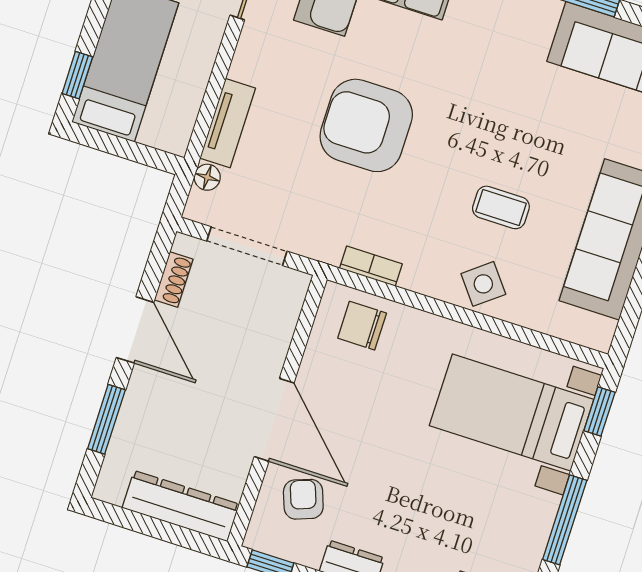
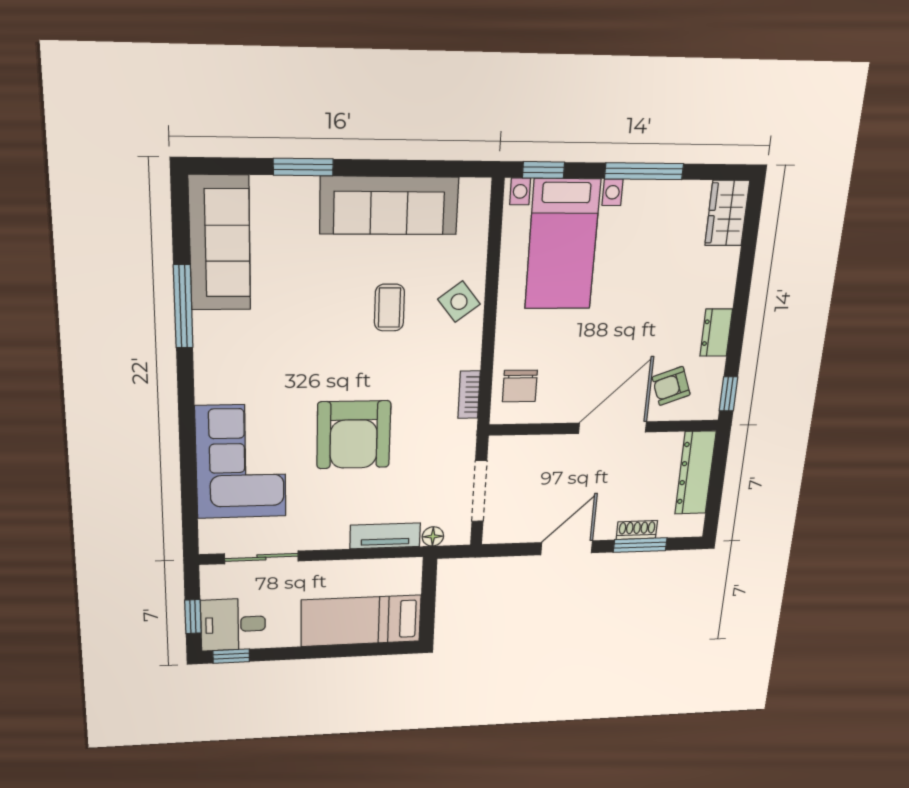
window: (77, 75) -> (382, 649), removed
shoe rack: (174, 279) -> (637, 530), moved

